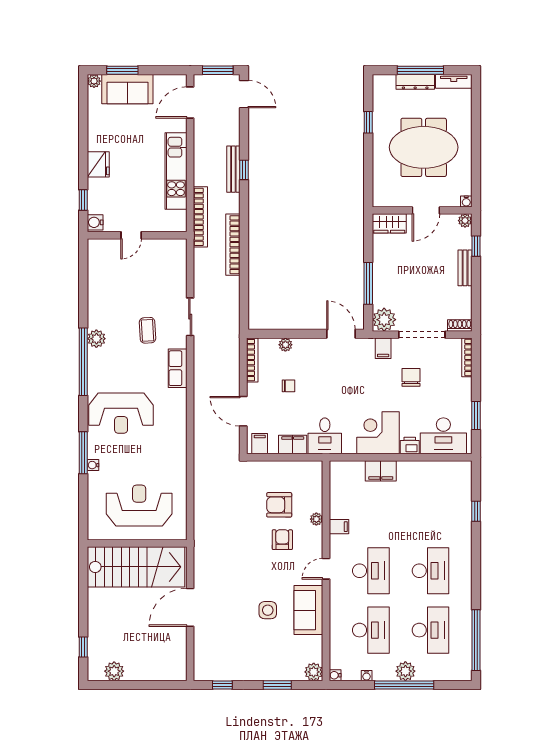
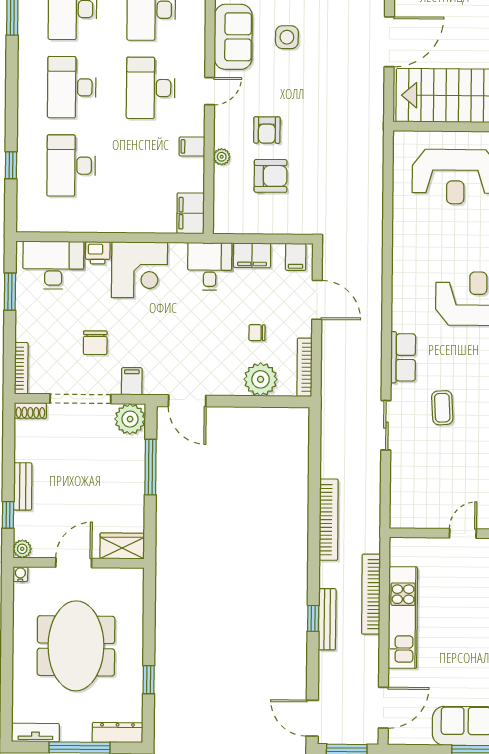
dresser: (415, 82) -> (117, 732), moved
meeting table: (424, 147) -> (76, 646), turned 90
bookcase: (200, 217) -> (371, 594), moved
plant: (285, 345) -> (261, 379), width x1.88, depth x1.88
filing cabinet: (381, 471) -> (190, 213), moved, turned -90
desk: (430, 511) -> (71, 166), added

